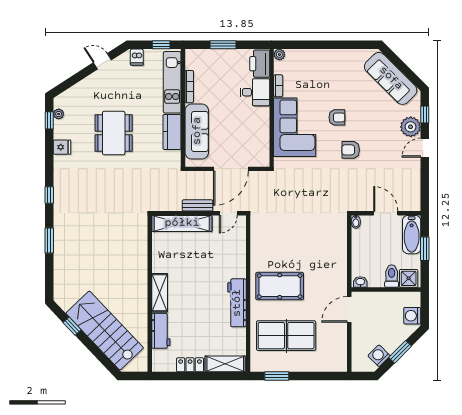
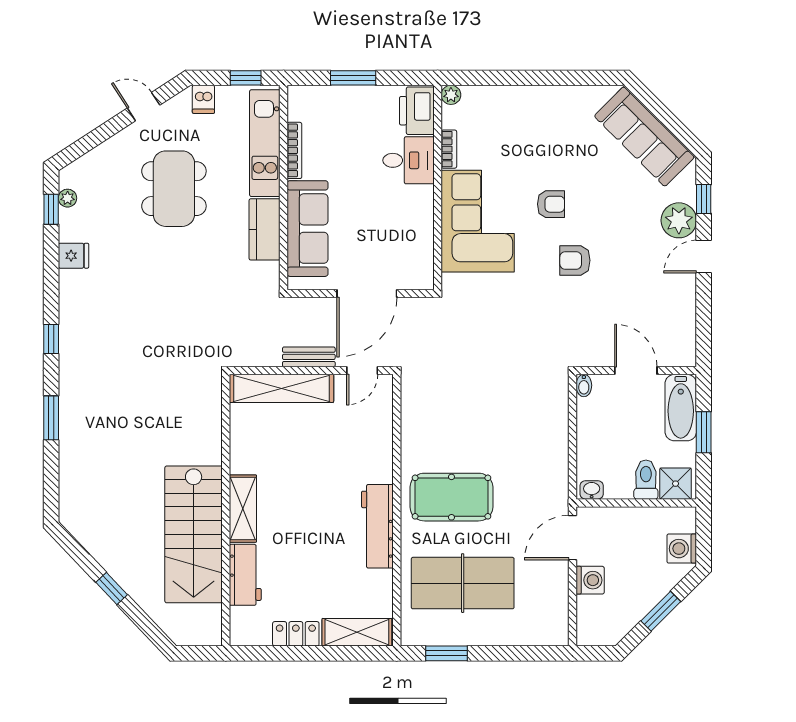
dining table: (114, 133) -> (174, 189), moved
window: (72, 326) -> (112, 588), moved
stairs: (105, 331) -> (194, 534), moved, turned -136
washing machine: (379, 356) -> (590, 580), moved, turned 135

